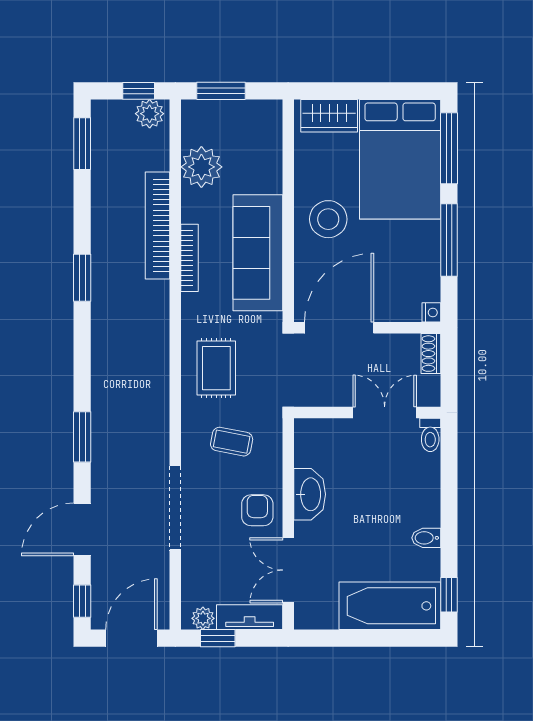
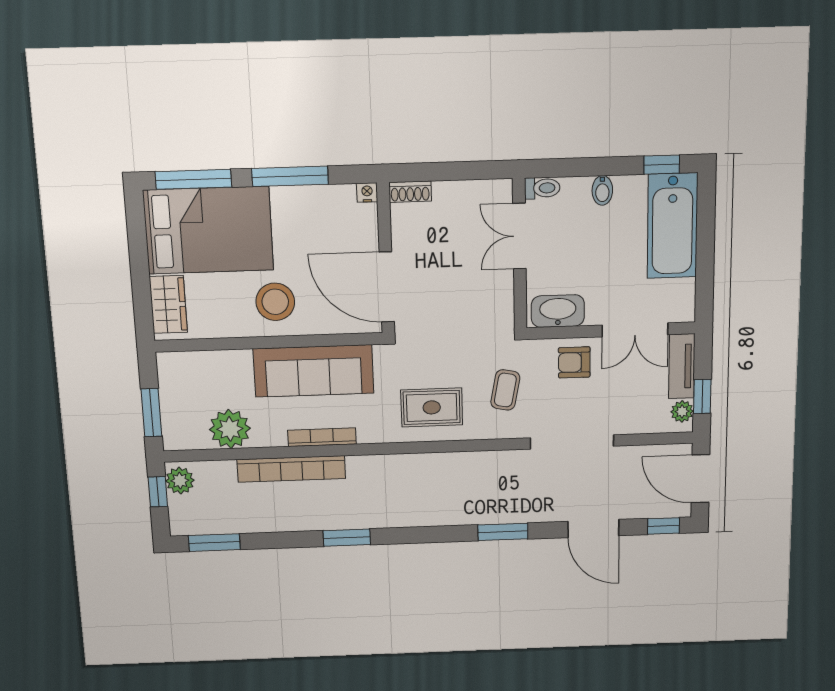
wall: (367, 412) -> (520, 254), moved
double door: (385, 412) -> (519, 236), moved
toilet: (430, 435) -> (542, 188), moved

